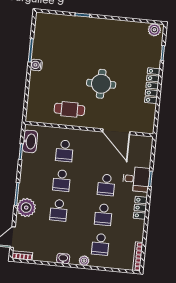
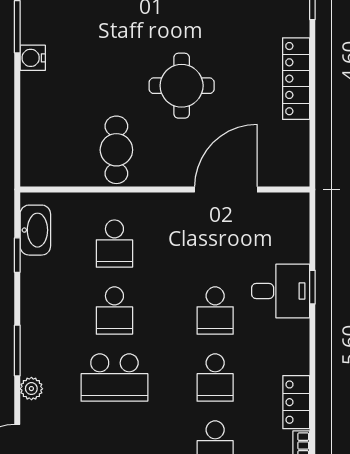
cafe table: (69, 109) -> (116, 150), turned 90
door: (116, 132) -> (226, 190), swing flipped
plant: (26, 208) -> (31, 389), width x0.53, depth x0.53
locker: (140, 208) -> (296, 402), moved
school desk: (59, 210) -> (114, 378), width x1.85

